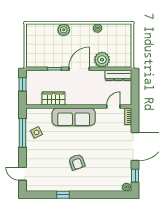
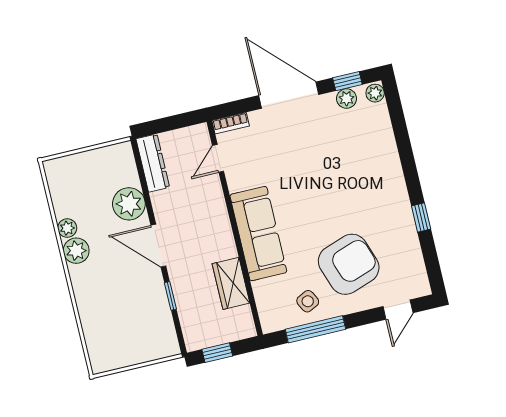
plant: (64, 30) -> (76, 251), moved
door: (113, 106) -> (218, 158), hinge flipped
armchair: (77, 162) -> (349, 264), moved, width x1.88, depth x1.88
plant: (127, 173) -> (347, 99), added

